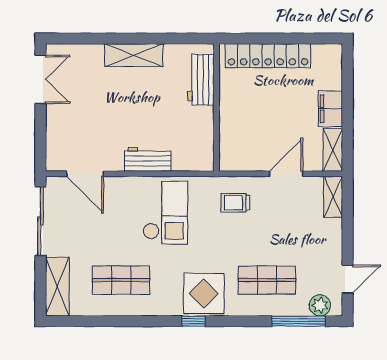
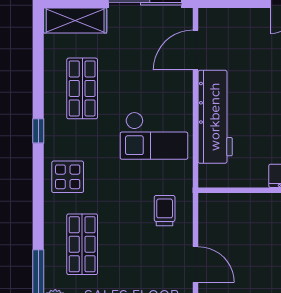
workbench: (148, 159) -> (215, 117), width x1.88, depth x1.32
display table: (204, 294) -> (68, 177), width x0.73, depth x0.73
window: (193, 321) -> (38, 131), moved

